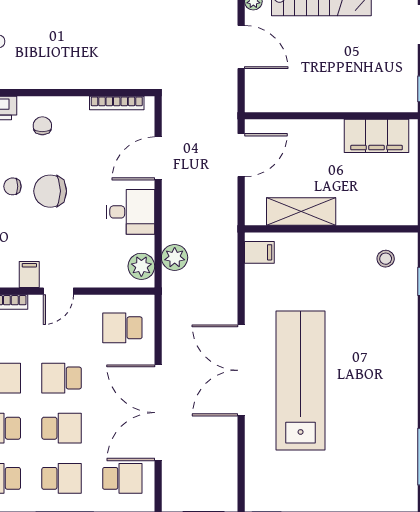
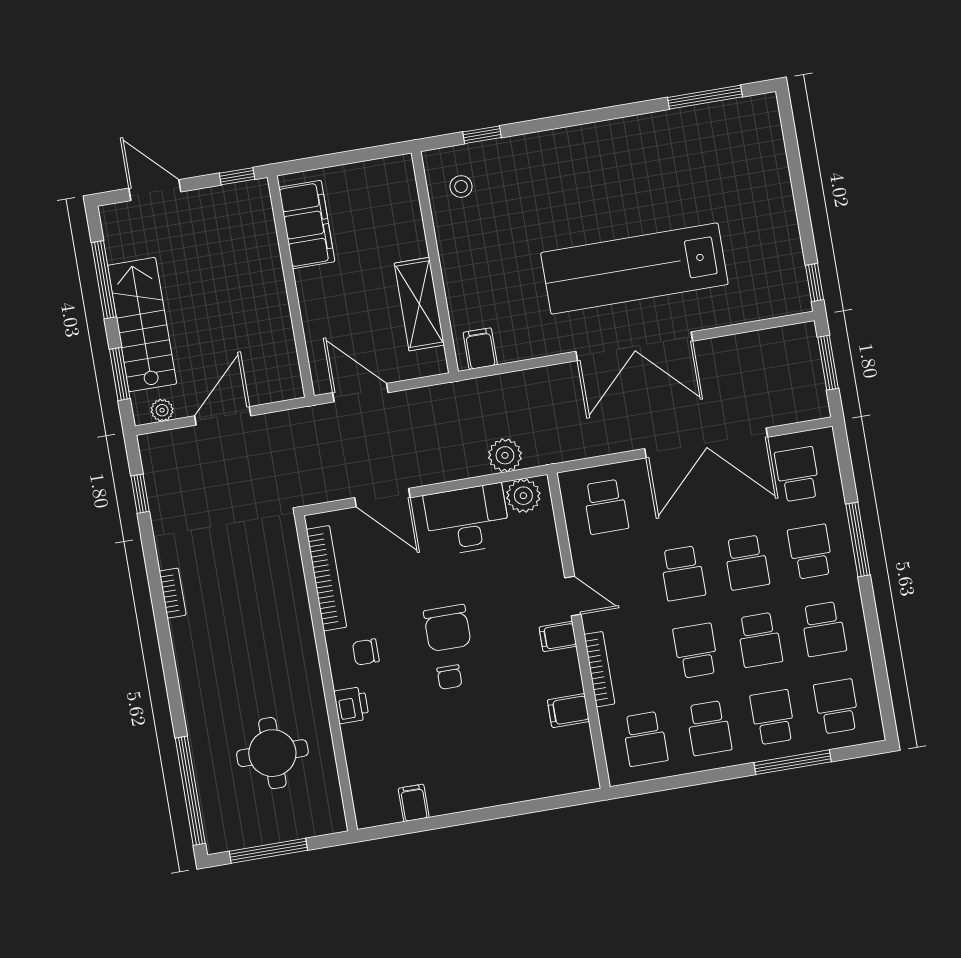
bookcase: (117, 103) -> (326, 578), width x1.48, depth x1.31
desk: (130, 212) -> (467, 520), width x1.37
school desk: (62, 428) -> (747, 562), turned 180

